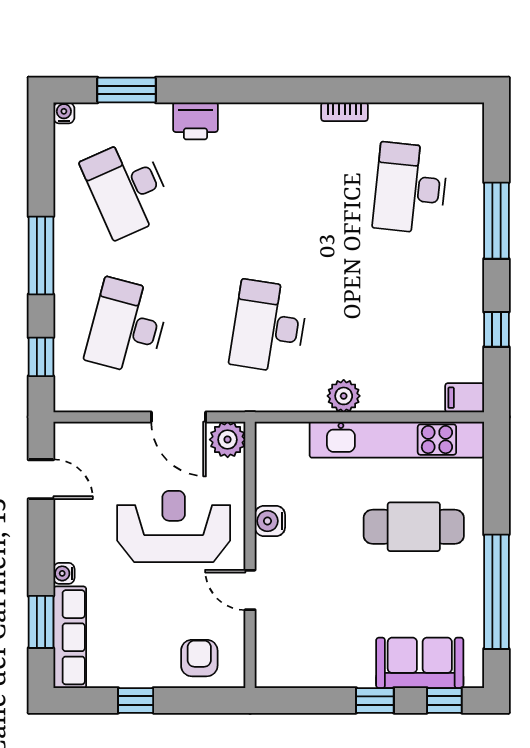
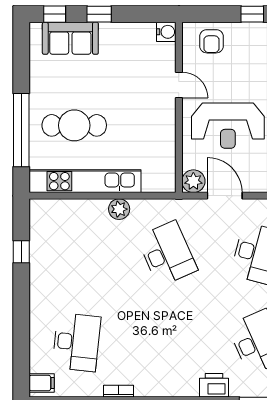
window: (496, 221) -> (21, 321), removed
desk: (269, 327) -> (167, 254), turned -33
filing cabinet: (465, 398) -> (42, 383), moved
water cooler: (270, 521) -> (166, 32), moved
window: (496, 592) -> (21, 130), moved

